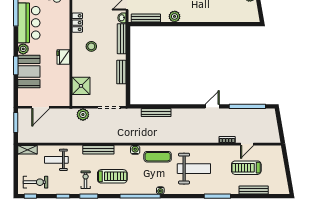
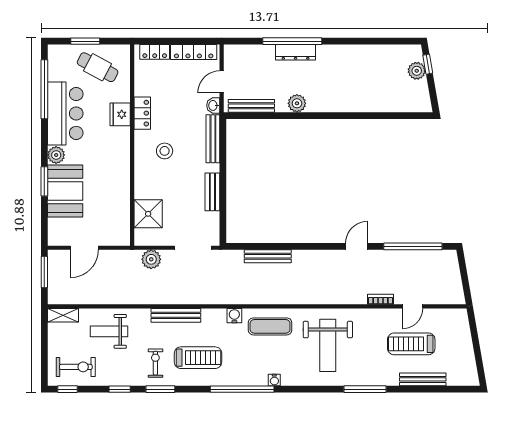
fridge: (63, 57) -> (120, 114), moved
weight bench: (194, 169) -> (328, 345), turned 90

